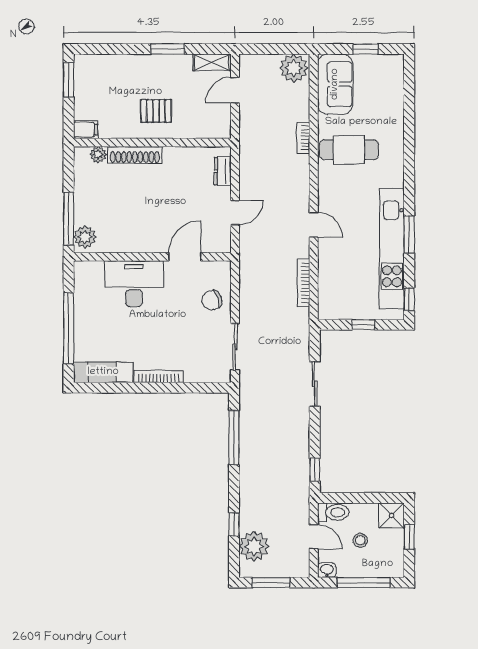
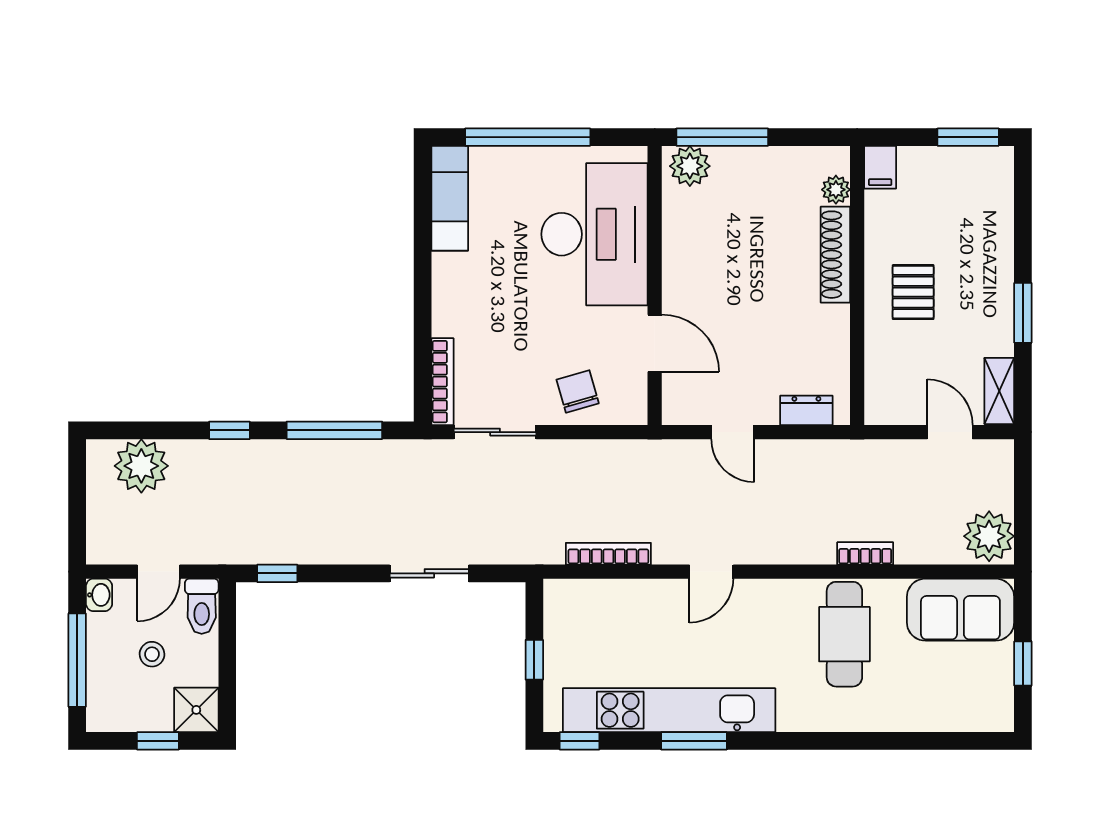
desk: (134, 284) -> (595, 234), width x1.36, depth x1.30
bookcase: (159, 376) -> (443, 382), moved
window: (234, 524) -> (229, 430), moved
window: (271, 583) -> (77, 496), removed

